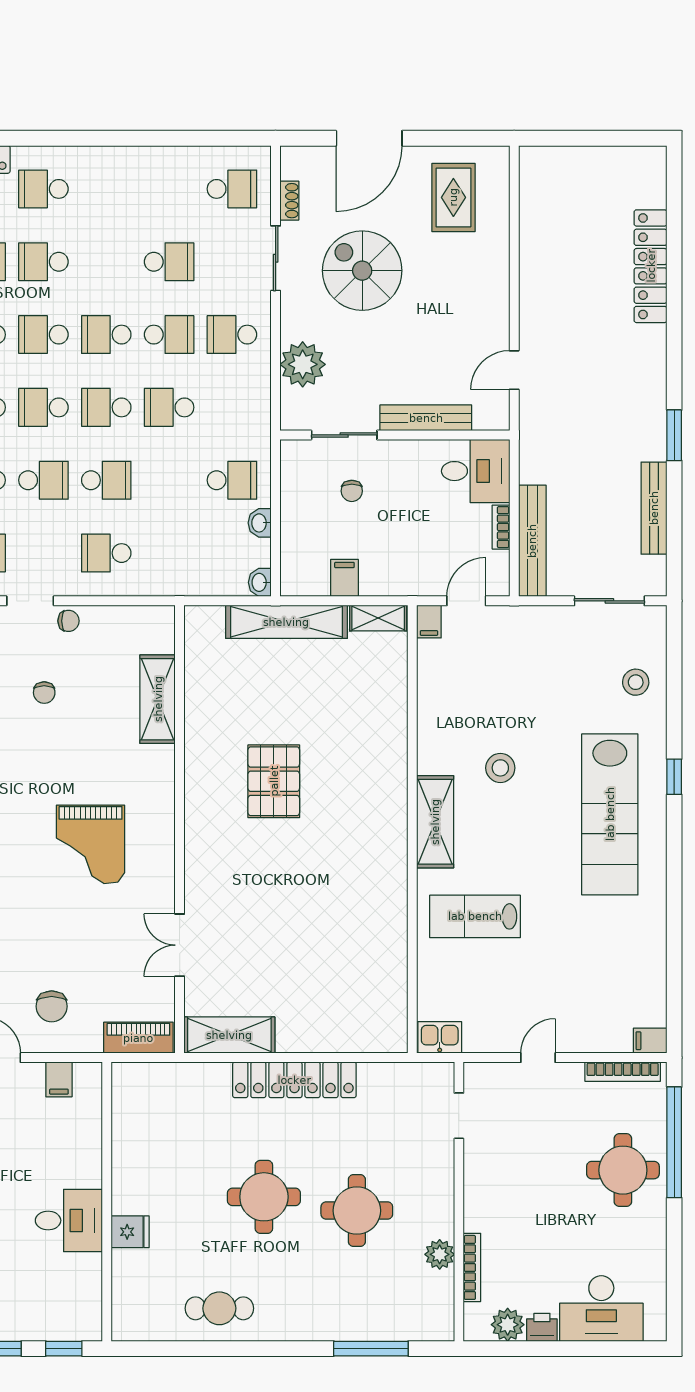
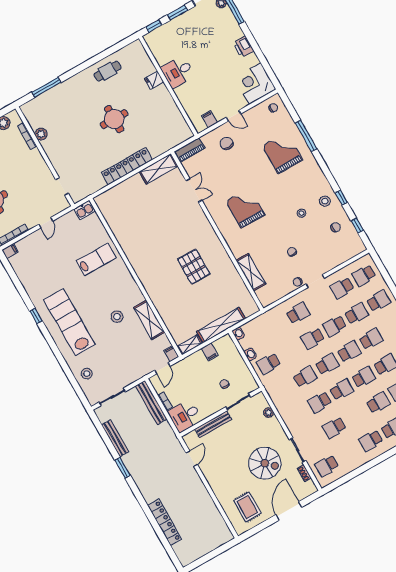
school desk: (232, 335) -> (371, 441), moved, turned 180
plant: (303, 364) -> (268, 413), width x0.53, depth x0.53
window: (674, 777) -> (36, 316), moved
shelving: (435, 822) -> (149, 320), moved
round table: (357, 1211) -> (79, 133), removed

